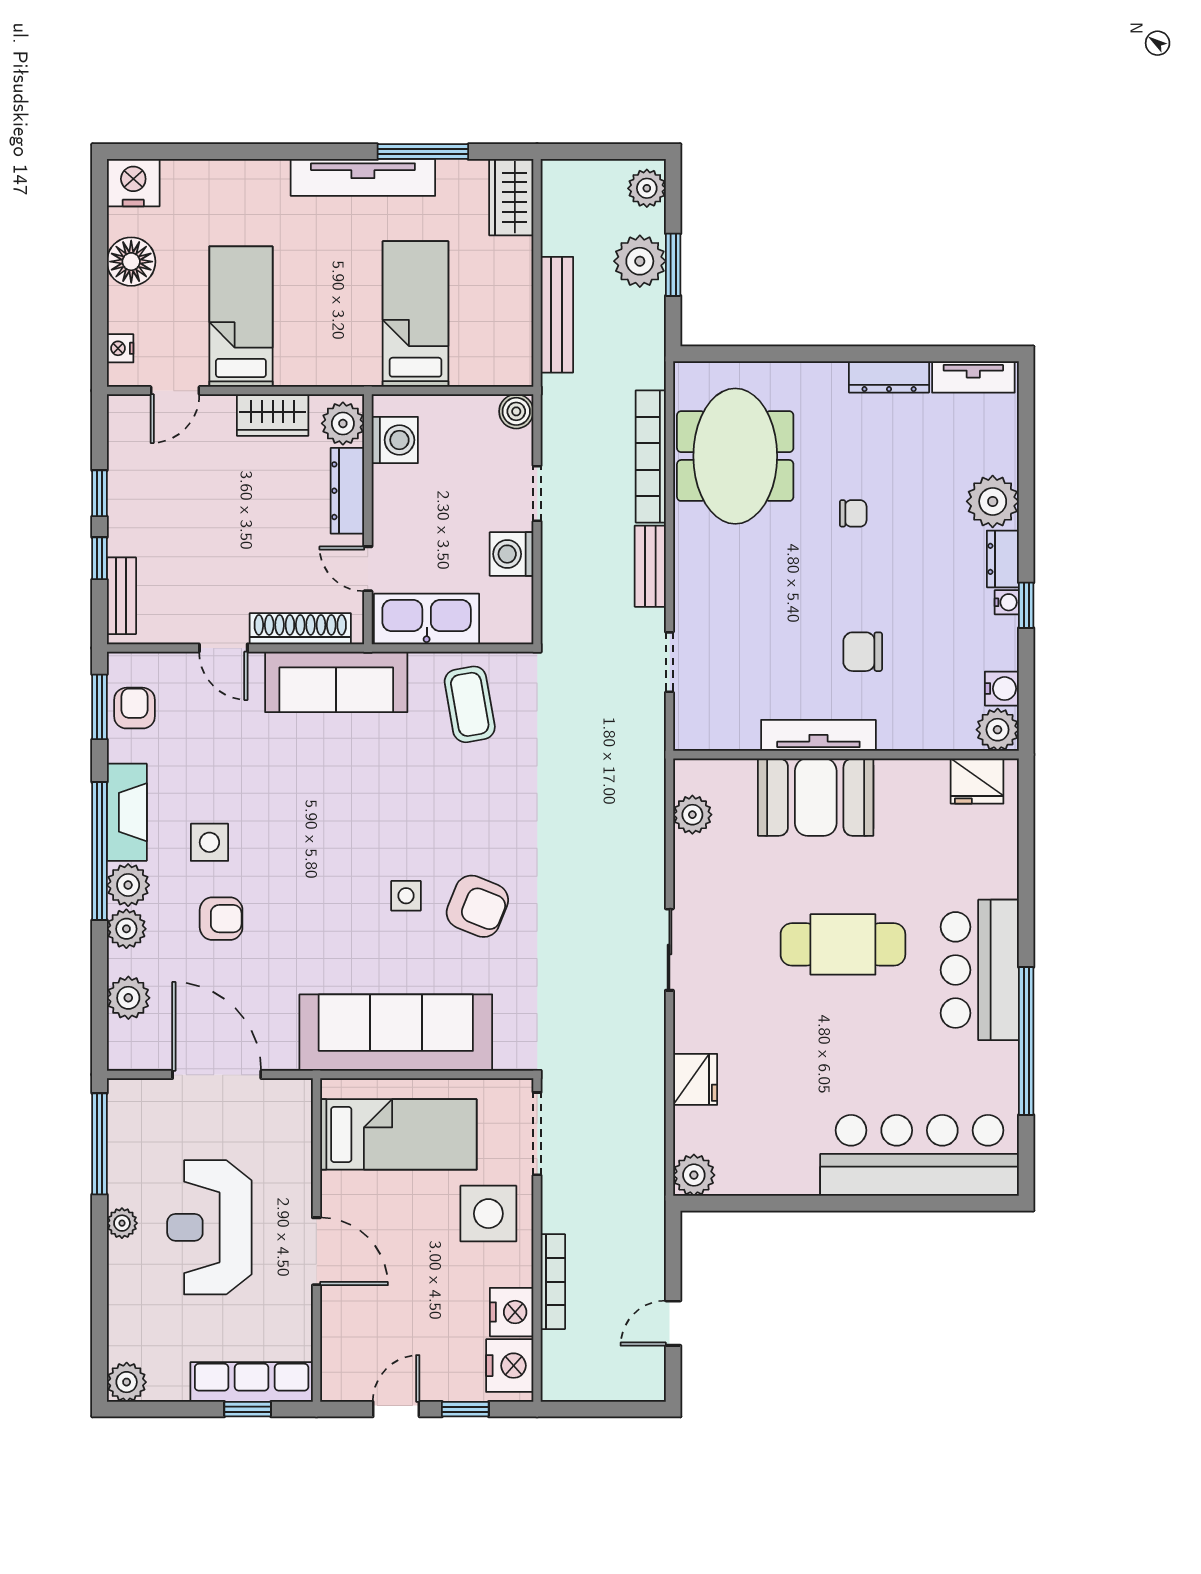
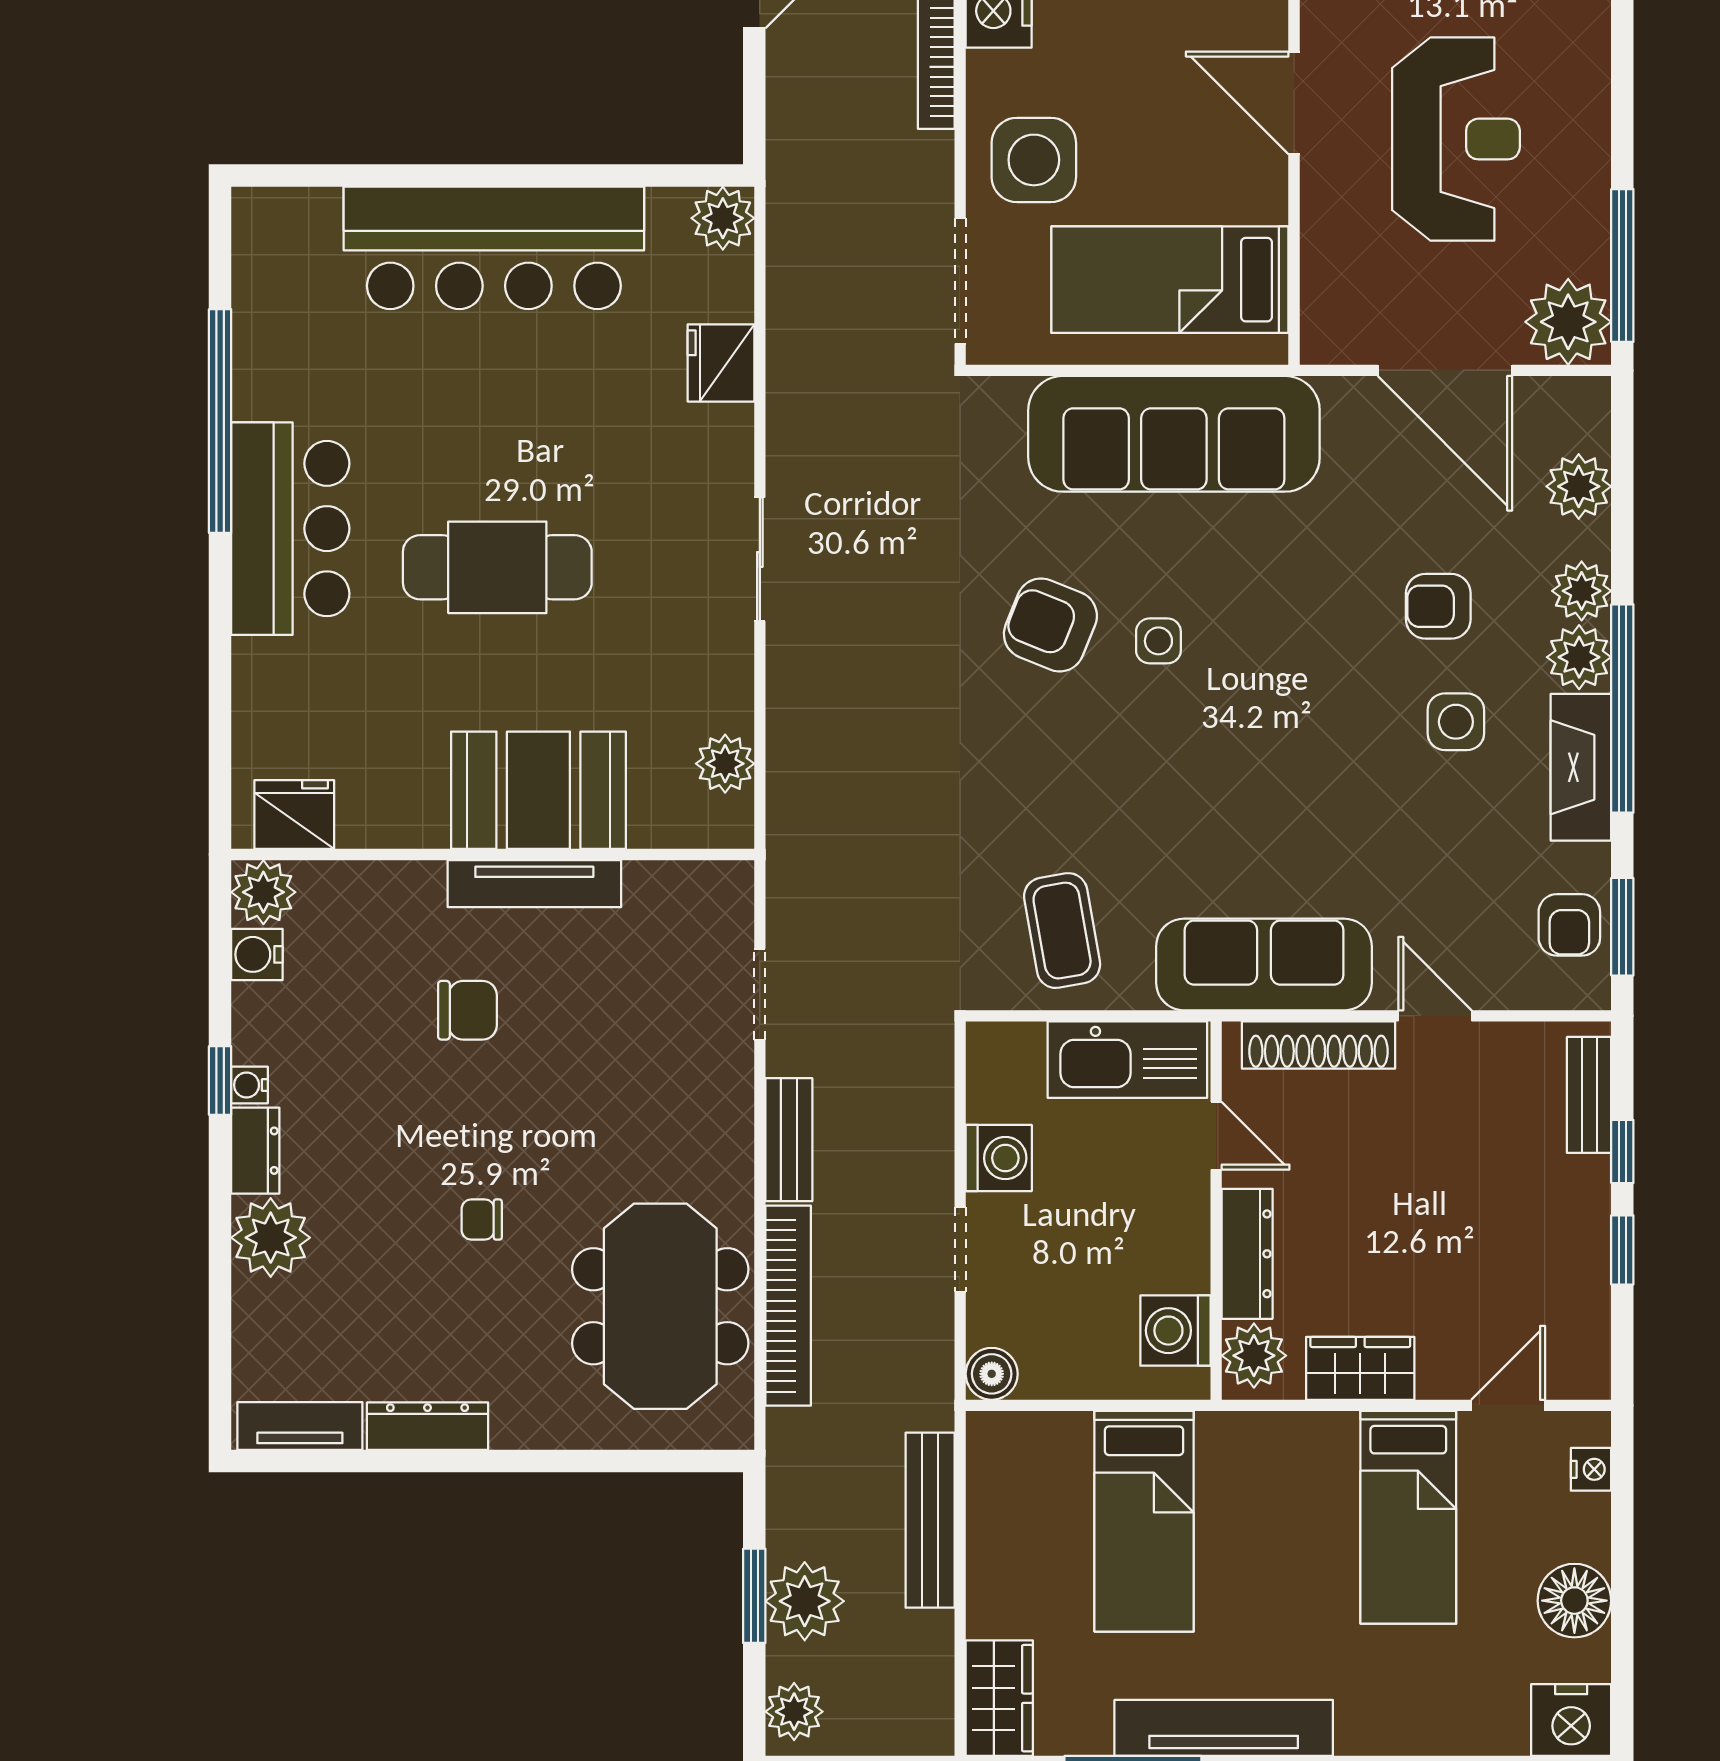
bar counter: (920, 1155) -> (494, 248), moved
plant: (122, 1223) -> (1568, 322), moved, width x1.87, depth x1.87

